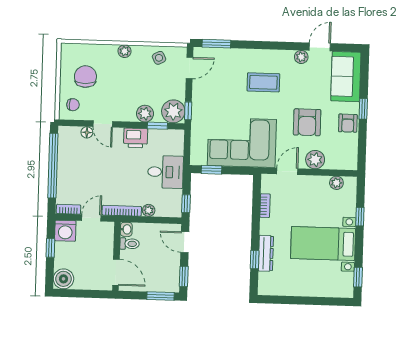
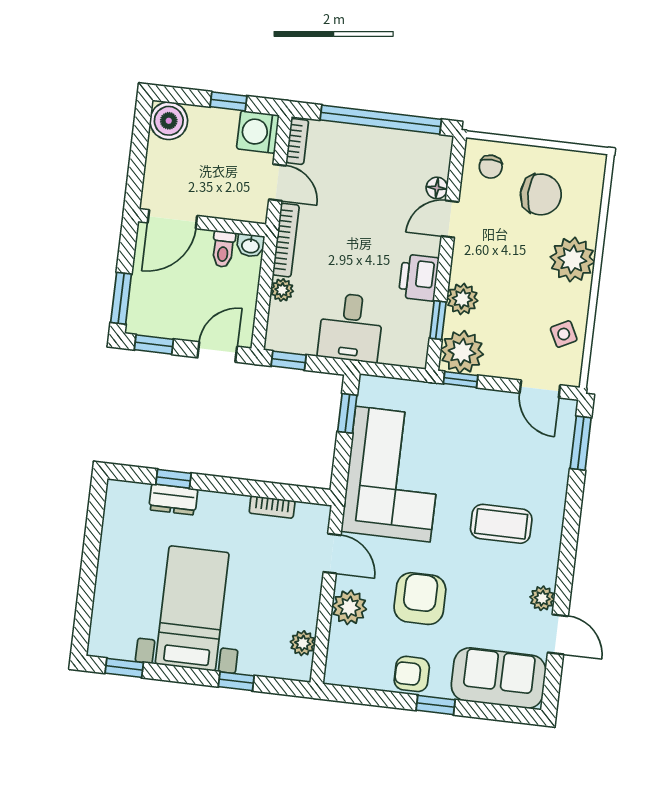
plant: (125, 51) -> (572, 259), width x1.88, depth x1.88
coffee table: (263, 82) -> (501, 524), turned 90
armchair: (307, 122) -> (420, 599), turned 90
dresser: (266, 253) -> (173, 499), width x0.70

